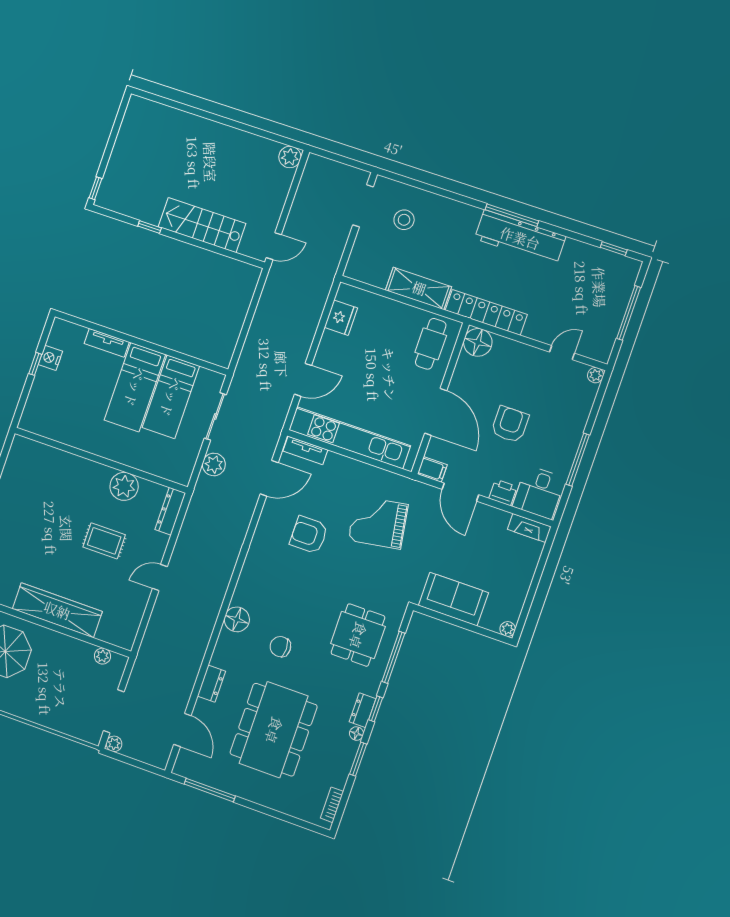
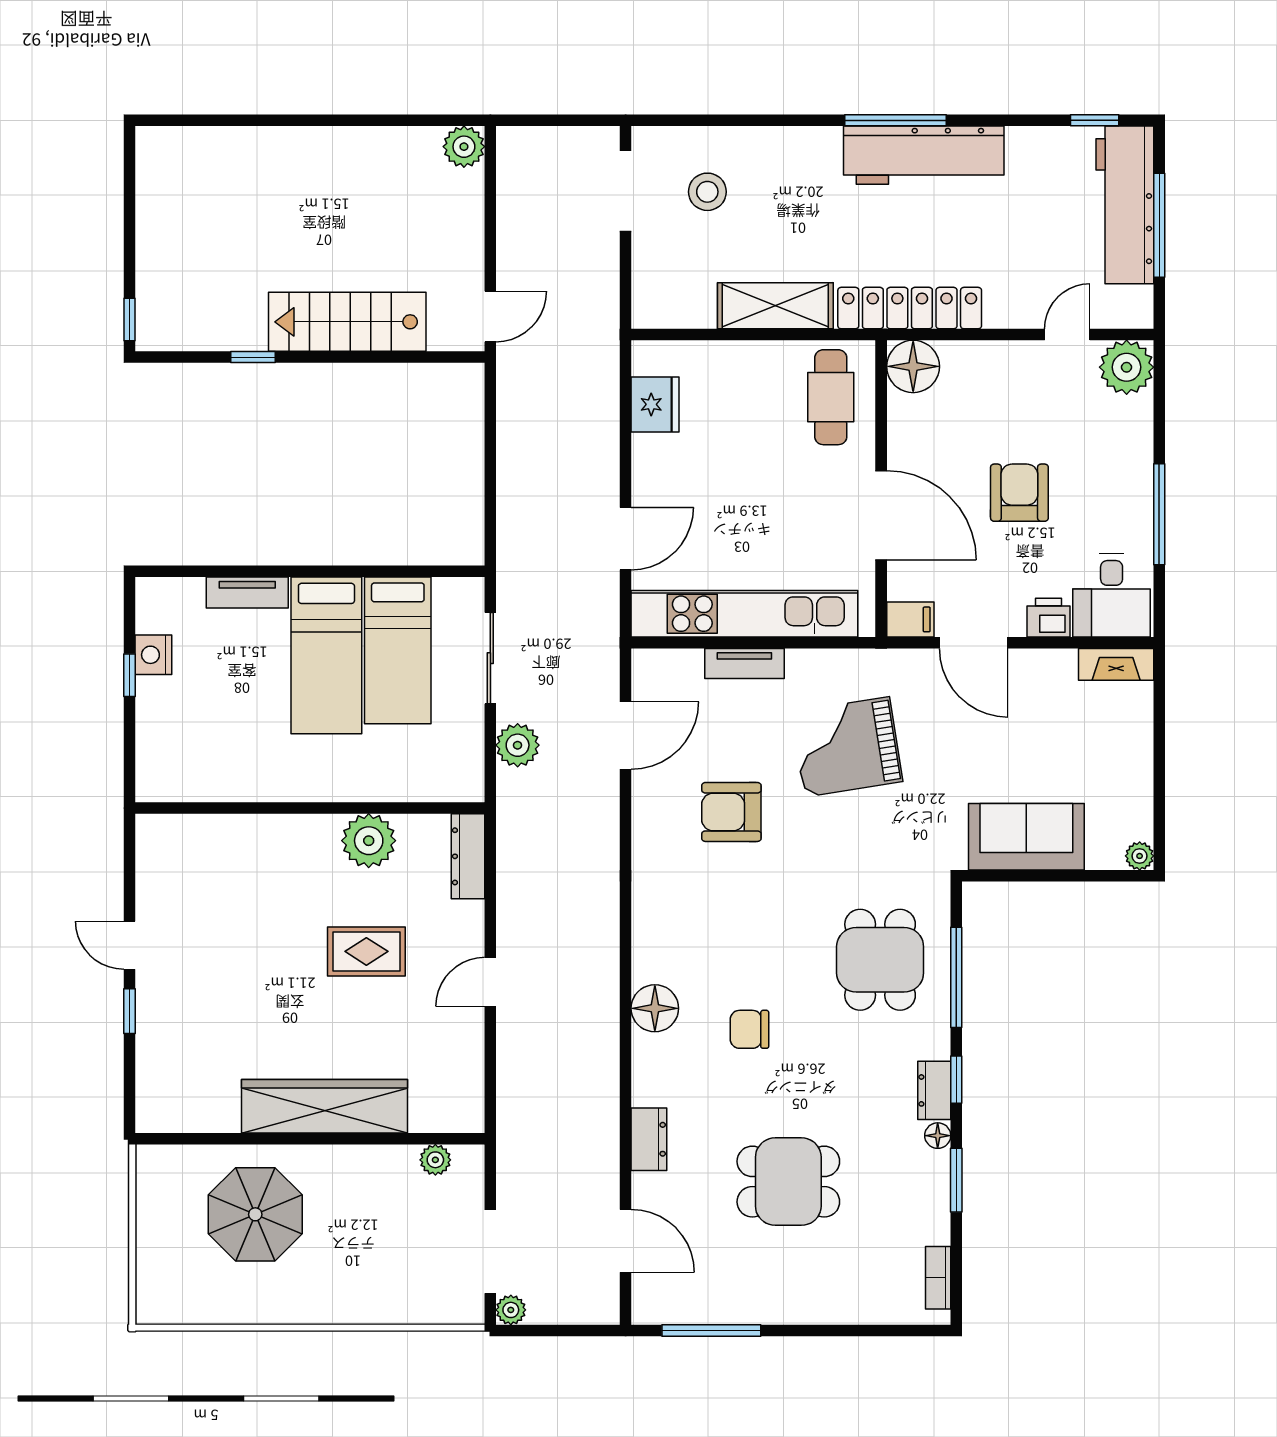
workbench: (614, 297) -> (1125, 205), added
plant: (595, 375) -> (1127, 367), width x1.88, depth x1.88
tv unit: (305, 450) -> (744, 663), moved
dining table: (274, 730) -> (788, 1182), width x0.53, depth x0.80

